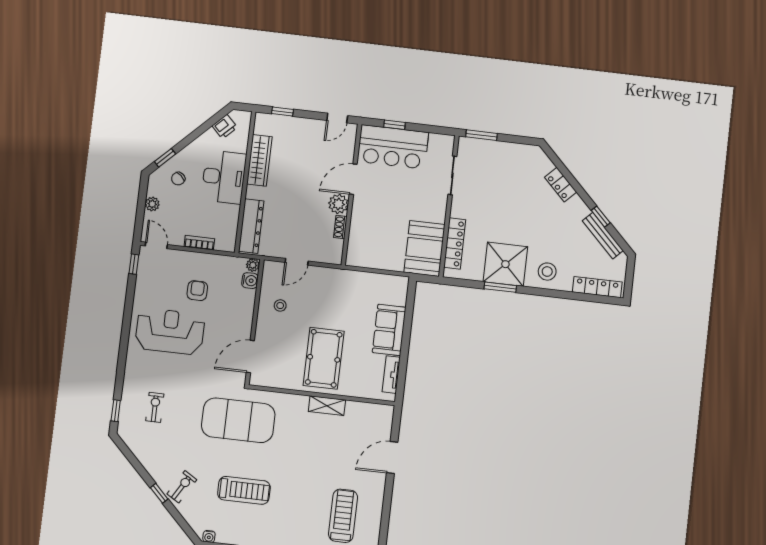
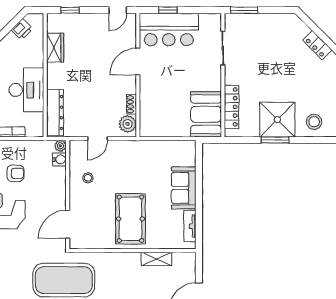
wardrobe: (259, 160) -> (55, 48), width x0.67
desk: (224, 177) -> (26, 90), moved
plant: (338, 204) -> (128, 124), moved
armchair: (197, 291) -> (16, 173), turned 90
shelving: (327, 406) -> (157, 259), moved

